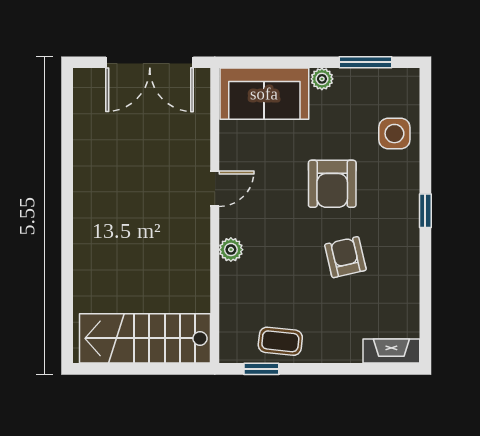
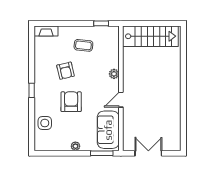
double door: (150, 62) -> (148, 153), width x0.73
window: (365, 62) -> (102, 153), moved
sofa: (264, 94) -> (108, 130), moved, turned -90
coffee table: (280, 341) -> (83, 45), moved

